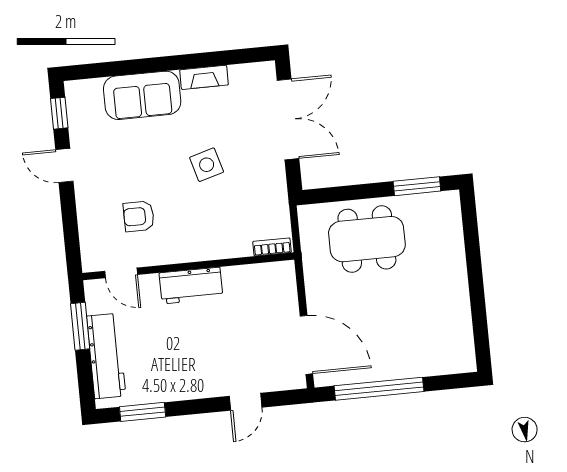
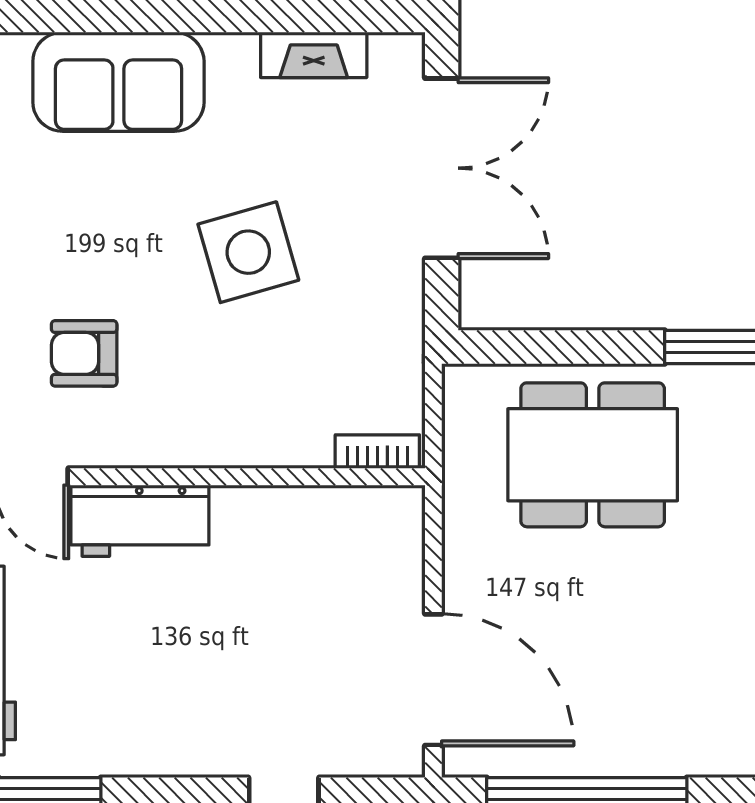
fireplace: (204, 77) -> (314, 55), moved
side table: (207, 165) -> (248, 252), width x1.37, depth x1.37
workbench: (191, 286) -> (140, 521), moved

